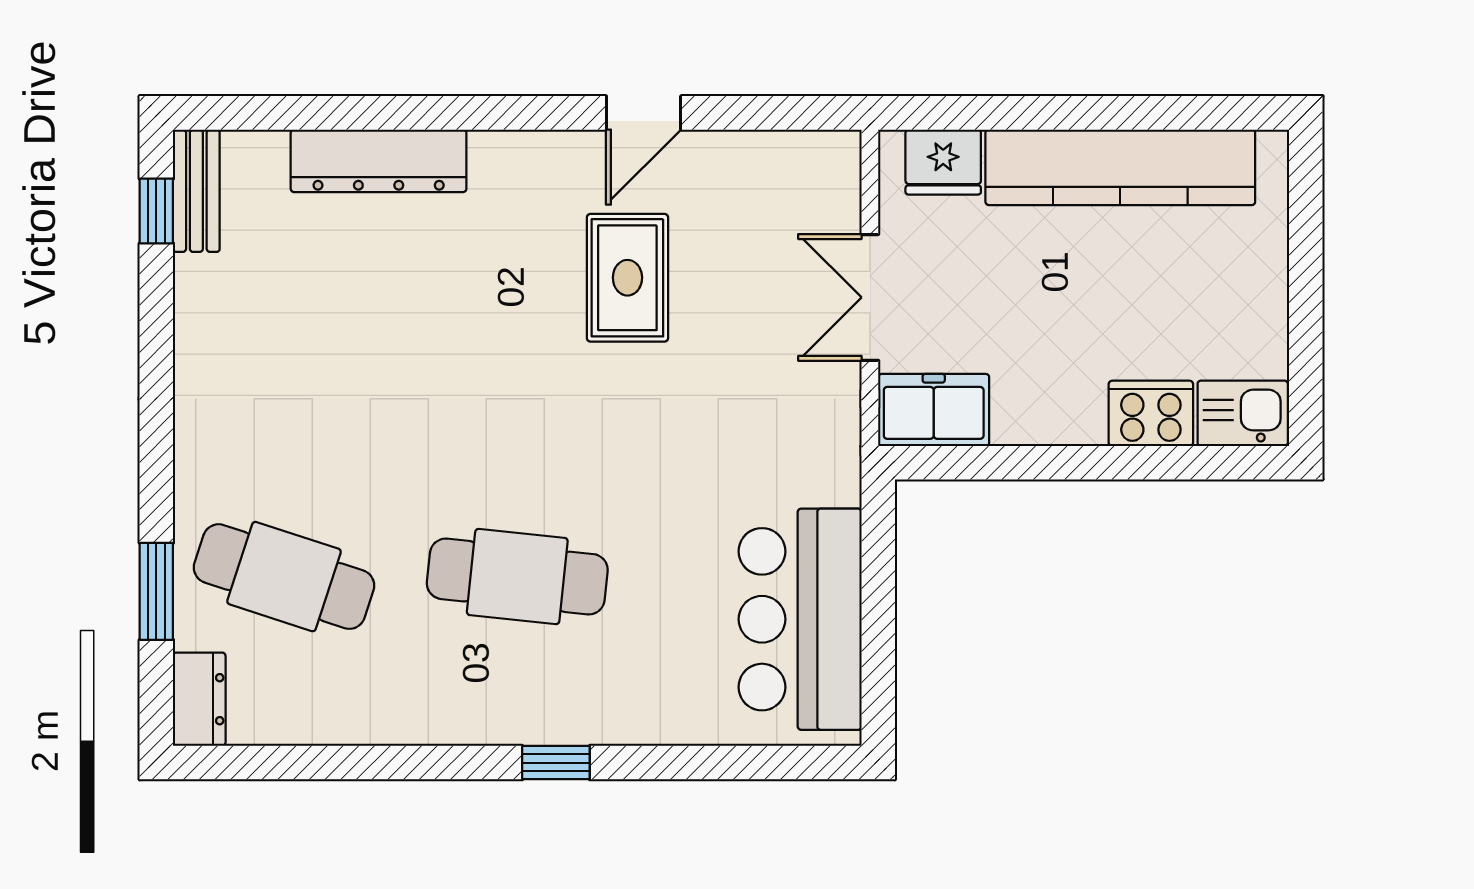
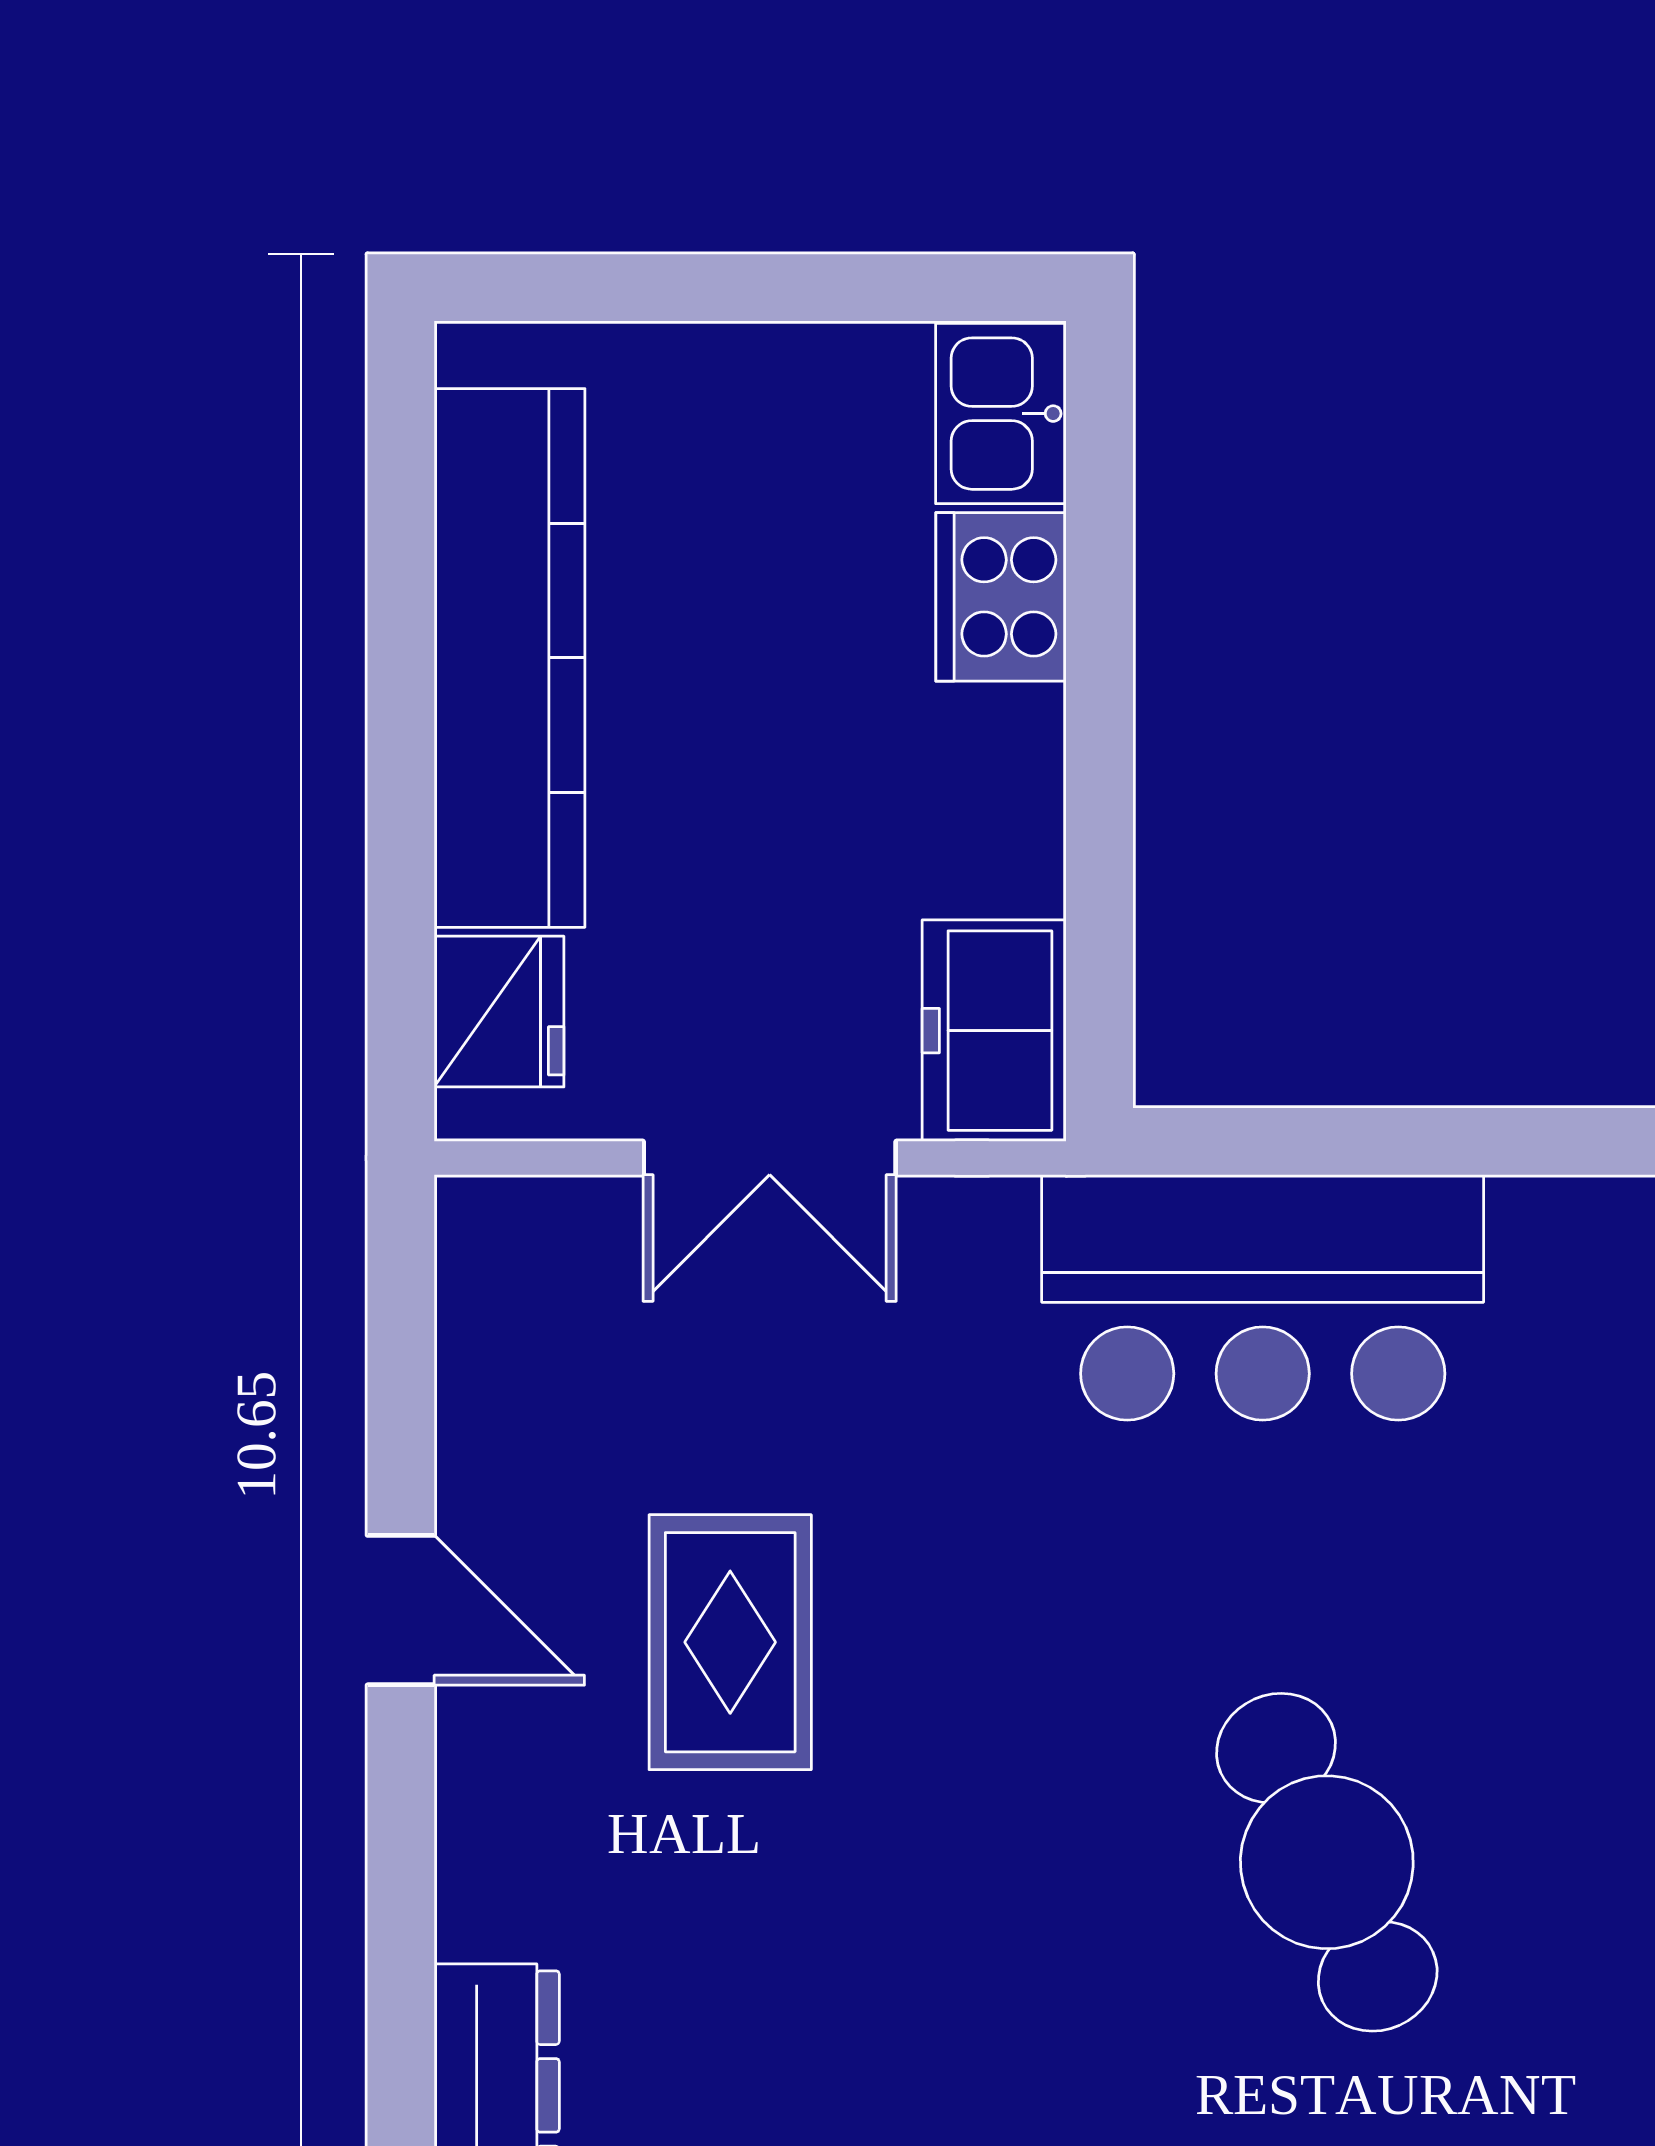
rug: (627, 278) -> (730, 1642), turned 90
cafe table: (517, 577) -> (1327, 1862), turned -30
bar counter: (800, 619) -> (1263, 1297), moved

